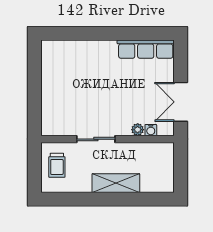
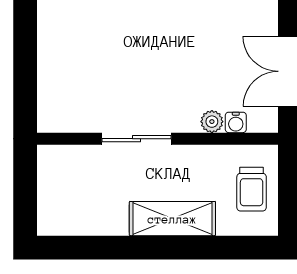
trolley: (57, 165) -> (252, 189), moved

